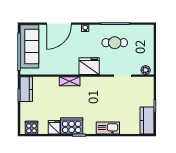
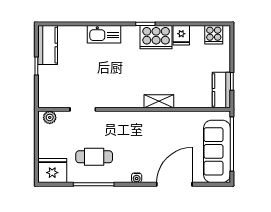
fridge: (89, 66) -> (52, 171), moved, turned 180

